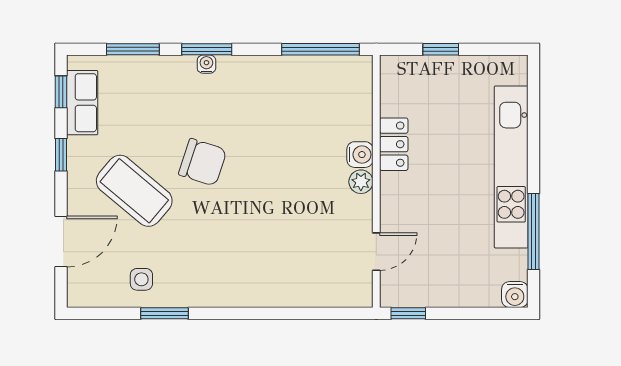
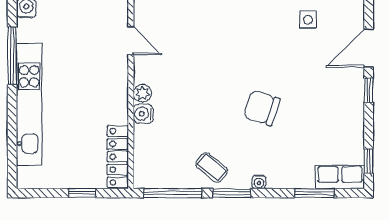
window: (207, 49) -> (232, 193), moved
row of seats: (82, 103) -> (340, 177), moved, turned 90
locker: (394, 144) -> (118, 157), moved, width x1.53
window: (61, 155) -> (369, 90), moved
coffee table: (134, 191) -> (212, 167), moved, width x0.54, depth x0.58
door: (376, 252) -> (131, 41), swing flipped

